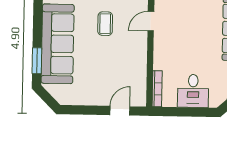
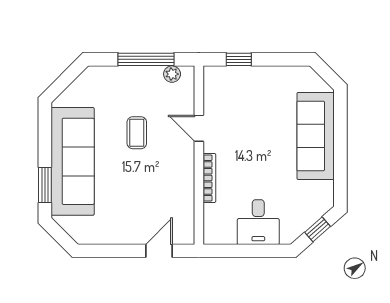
door: (151, 21) -> (199, 128), hinge flipped
bookcase: (157, 89) -> (209, 178), moved

